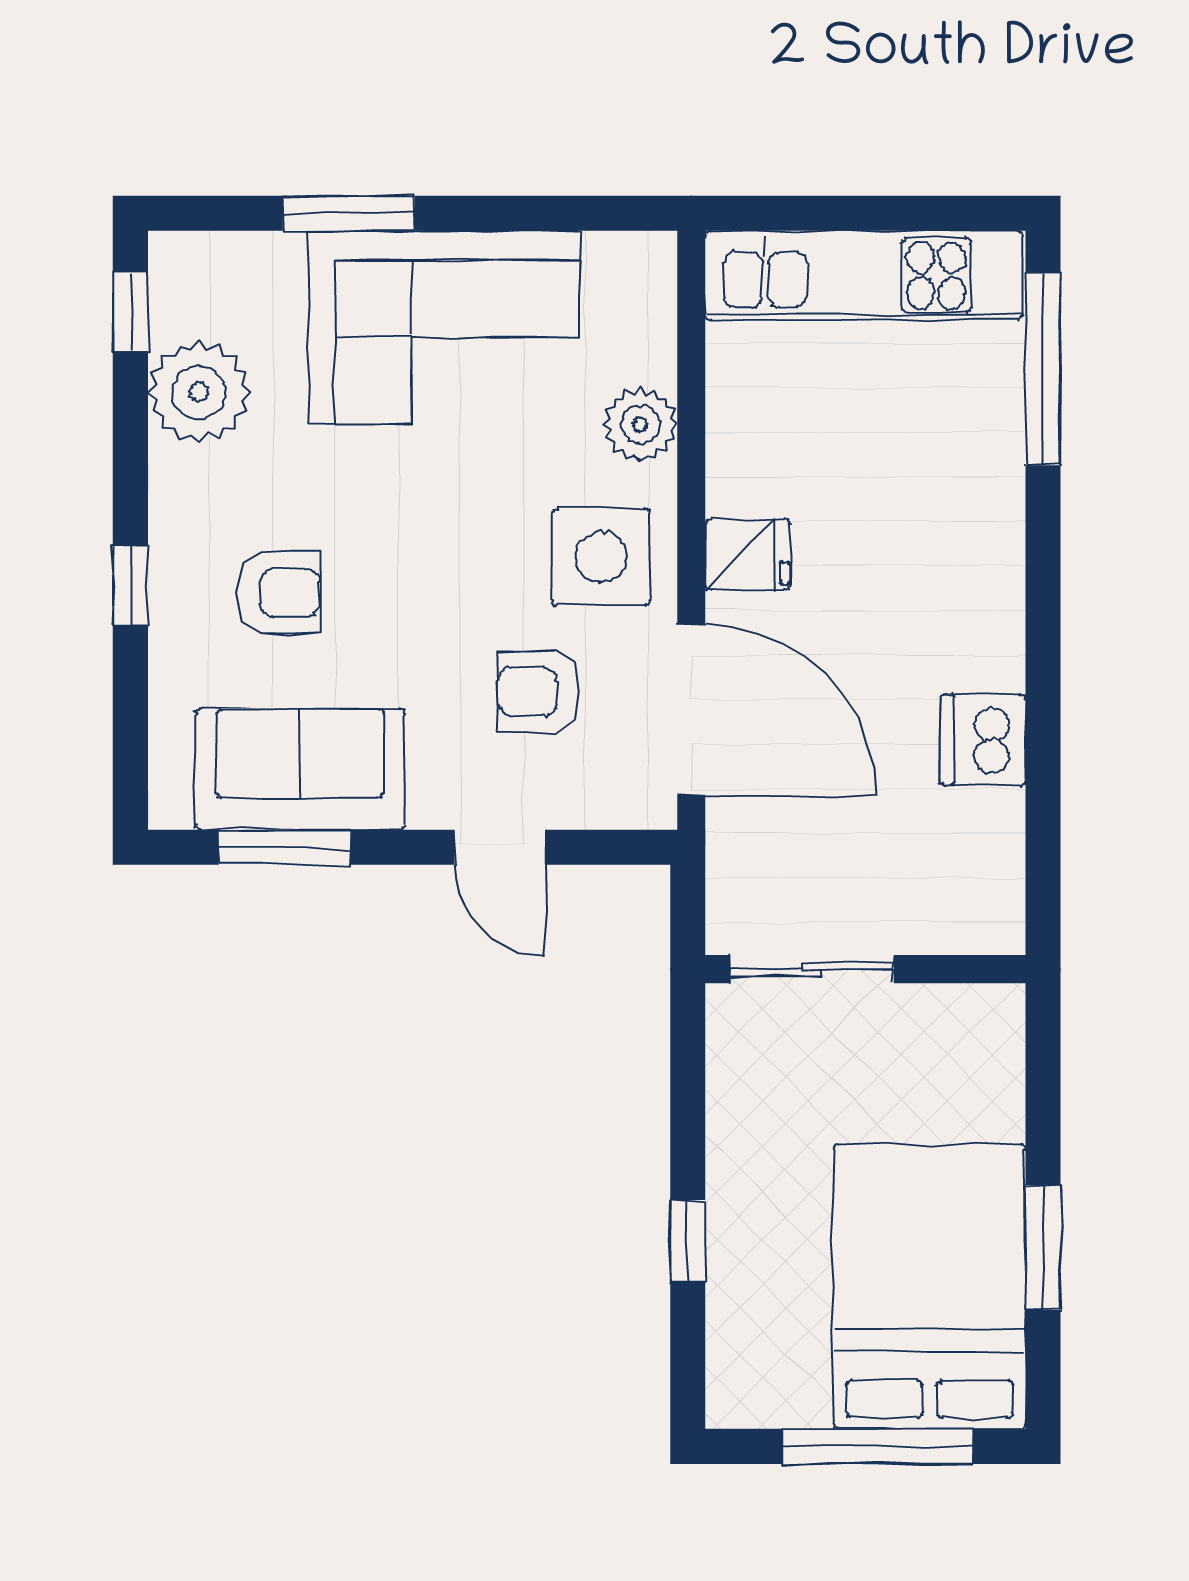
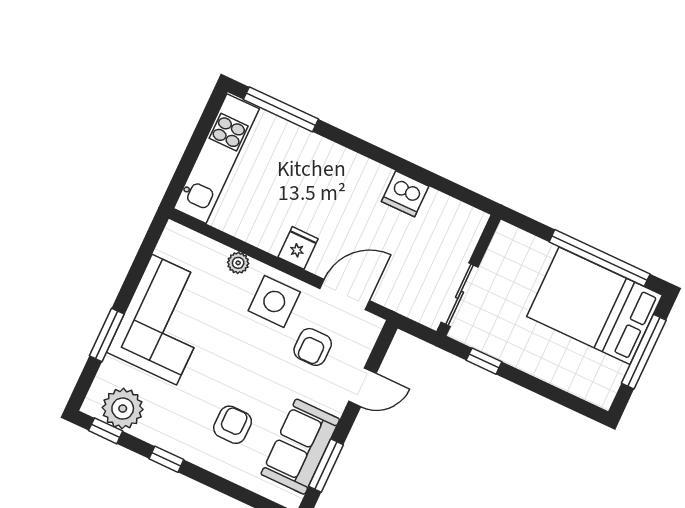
plant: (199, 392) -> (123, 409), moved
plant: (640, 425) -> (238, 263), width x0.73, depth x0.73
window: (130, 586) -> (166, 459), moved
door: (691, 709) -> (345, 295), width x0.73
window: (688, 1241) -> (484, 361), moved
window: (1043, 1248) -> (600, 258), width x2.11

